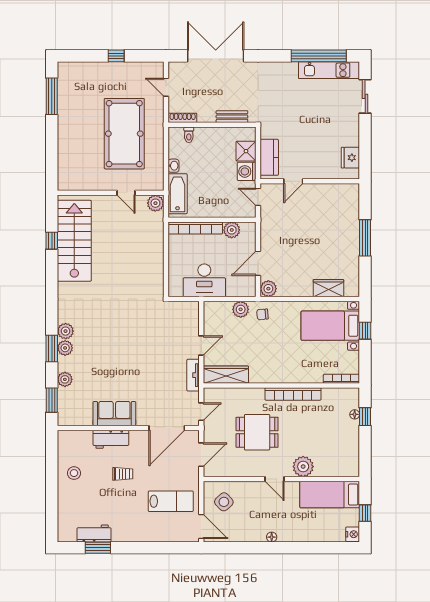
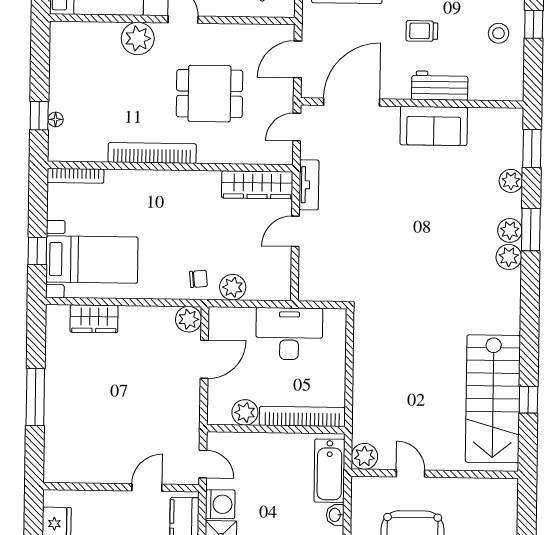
window: (52, 479) -> (534, 24), added

